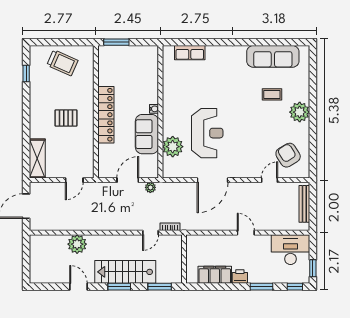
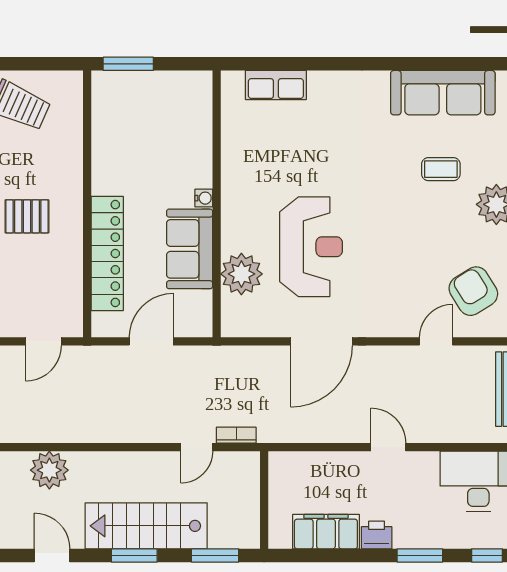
locker: (106, 115) -> (107, 254), moved
plant: (150, 187) -> (197, 356), removed

